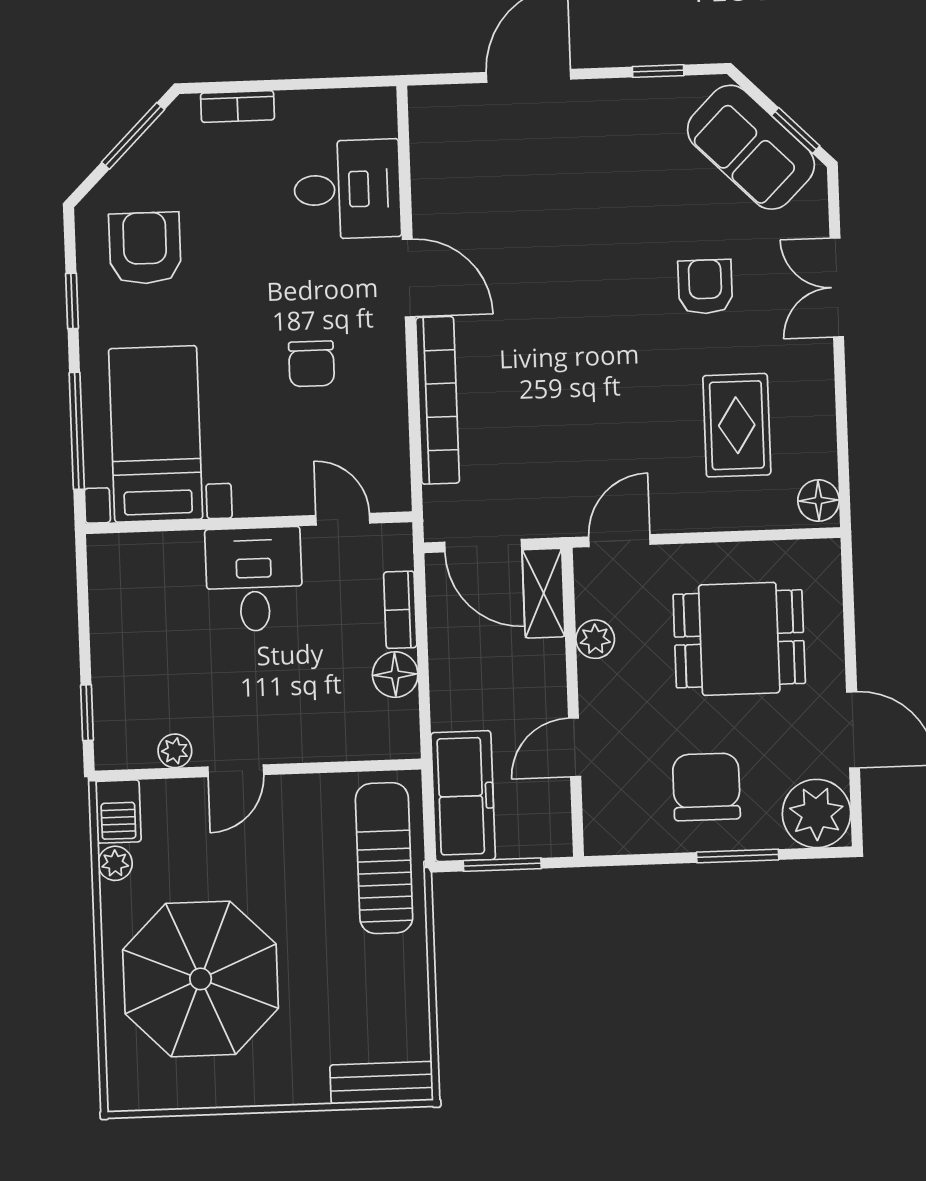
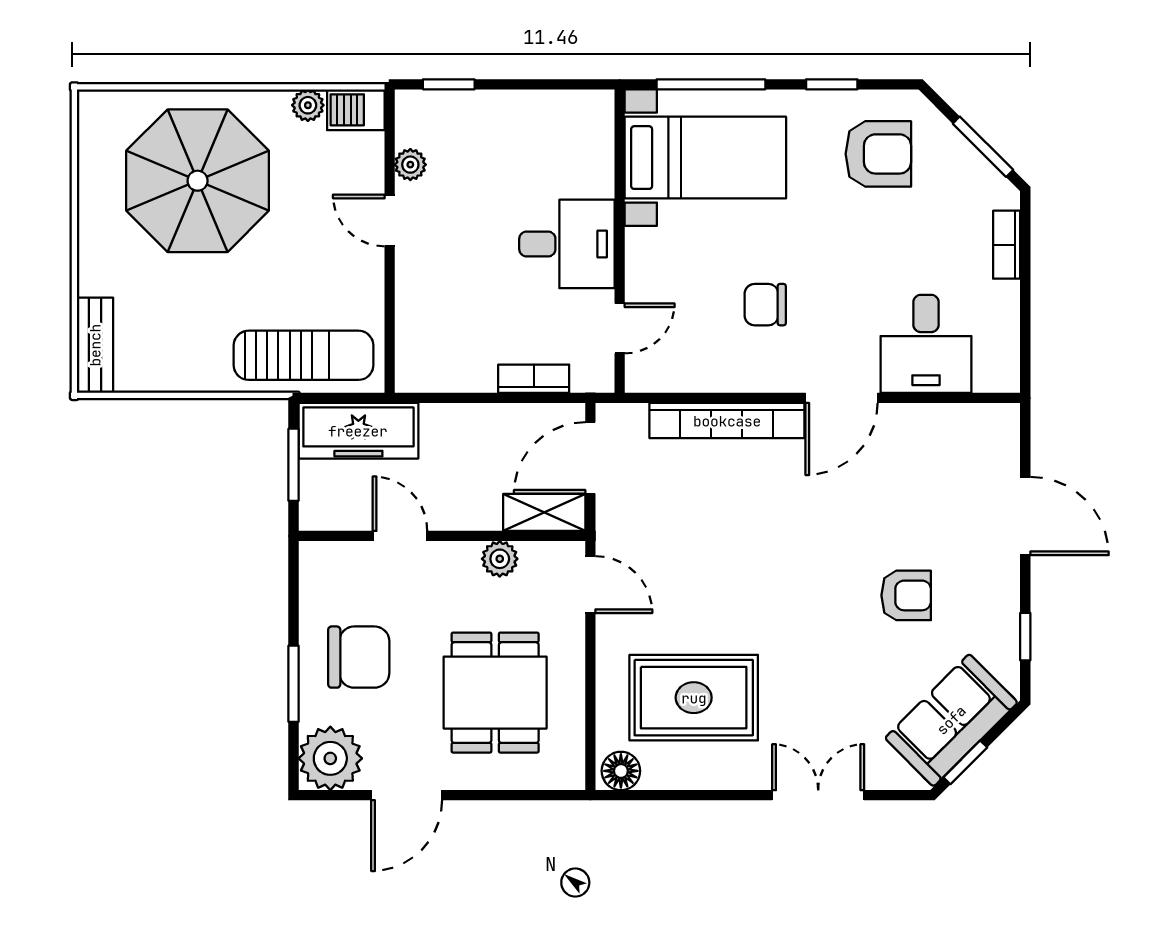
armchair: (705, 287) -> (906, 595), moved
rug: (737, 425) -> (694, 698), width x1.36, depth x1.43
floor lamp: (395, 675) -> (474, 372), removed

